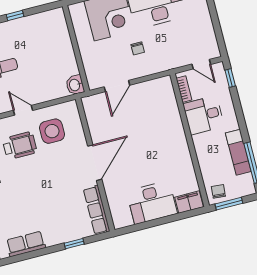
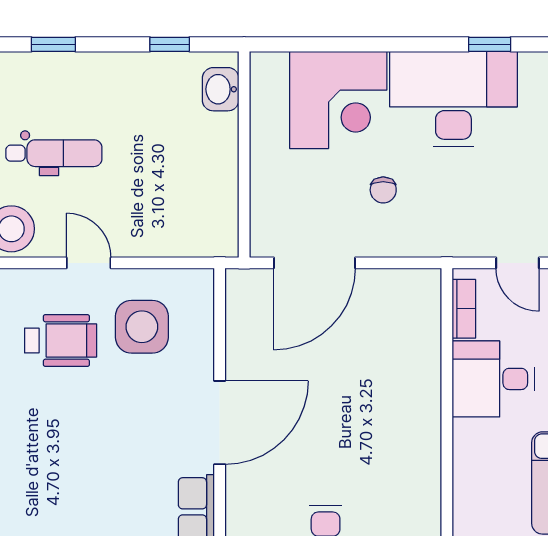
window: (15, 15) -> (170, 44), moved
washbasin: (75, 85) -> (221, 89), moved
door: (117, 86) -> (315, 263), width x1.36

